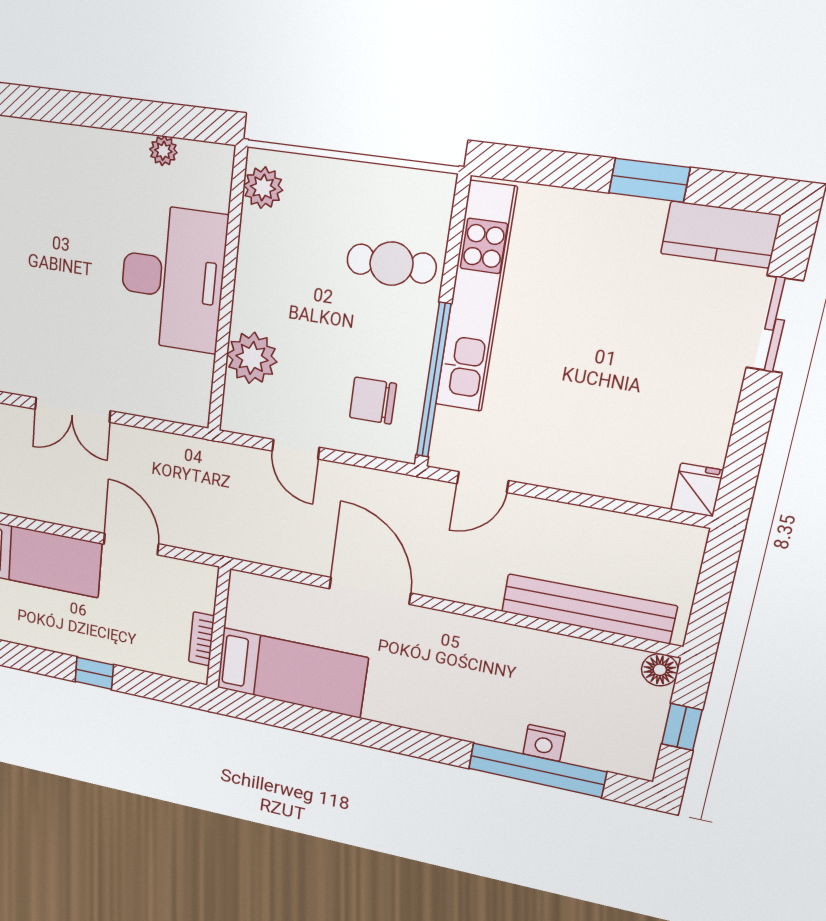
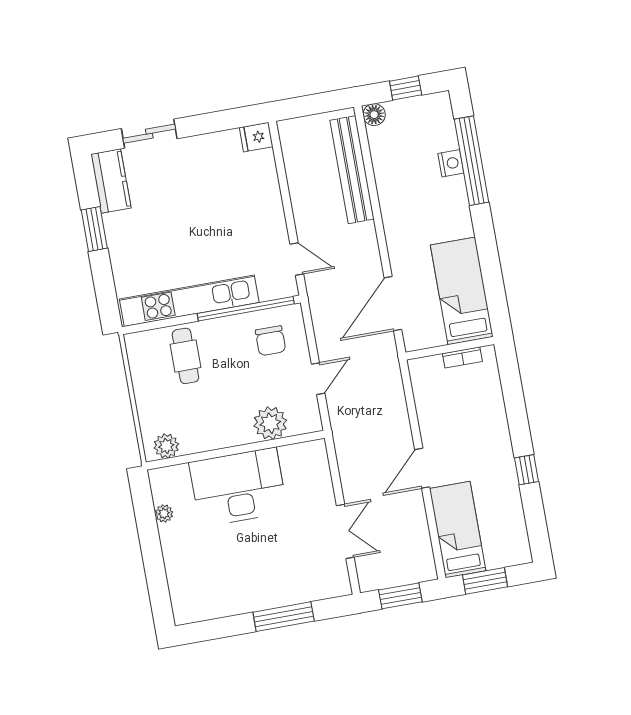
wall: (218, 628) -> (450, 348), moved
bookcase: (201, 639) -> (462, 357), moved
bed: (292, 673) -> (462, 291), moved

